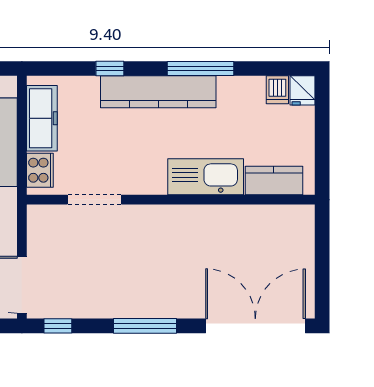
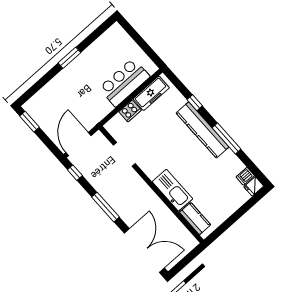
kitchen sink: (206, 177) -> (173, 190), moved
kitchen counter: (274, 180) -> (195, 218), moved
doorway: (94, 200) -> (124, 154), moved
wall: (171, 200) -> (151, 185), moved

